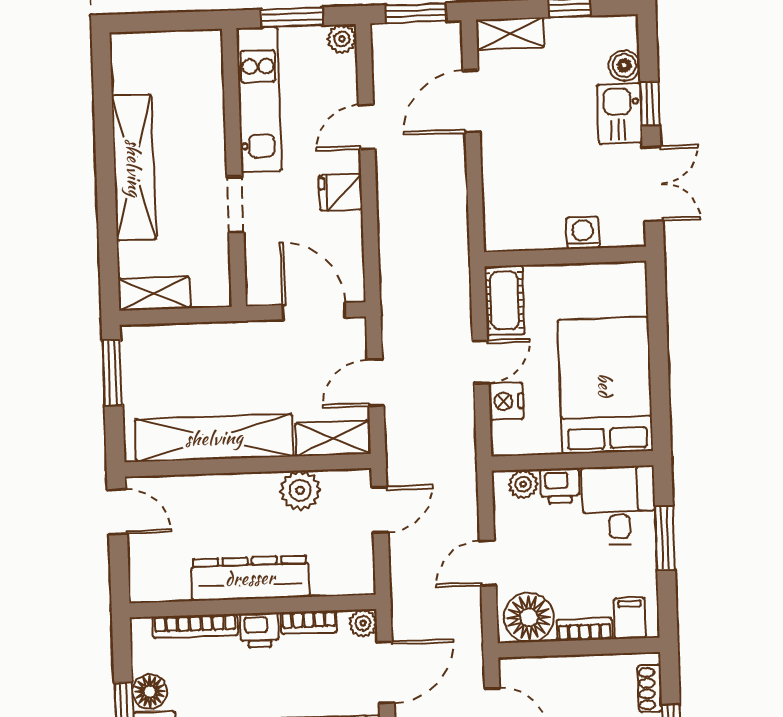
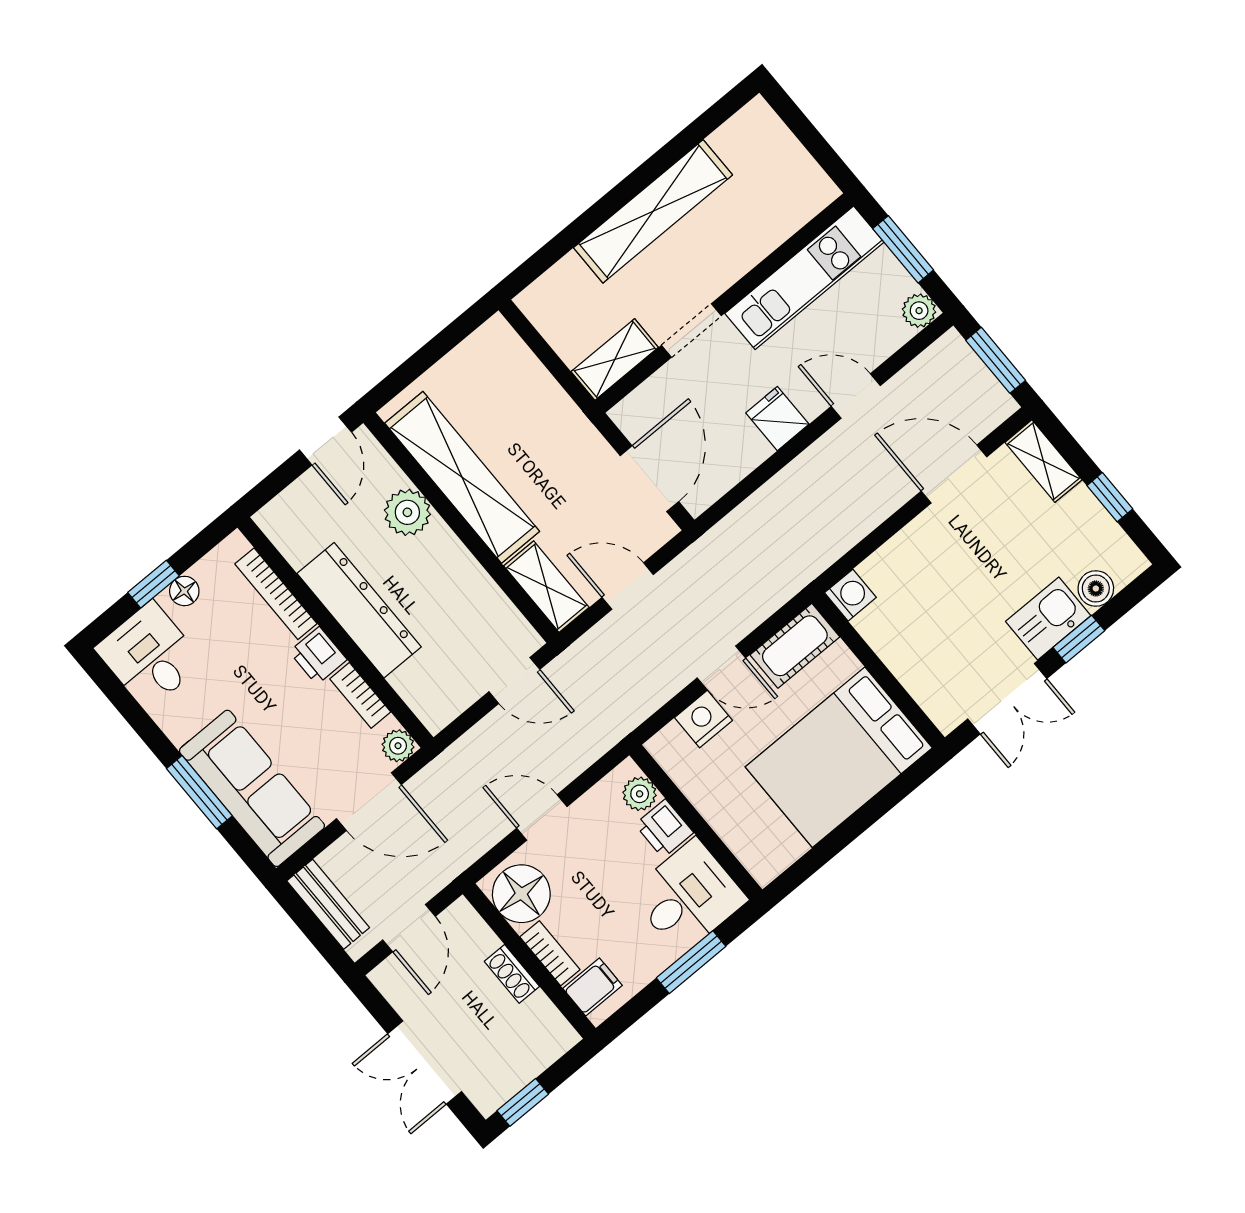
washing machine: (583, 233) -> (850, 595), moved
shelving: (154, 294) -> (615, 359), moved, turned 90
window: (112, 373) -> (449, 338), removed
bed: (605, 385) -> (839, 757), moved, turned 180
plant: (300, 490) -> (407, 512), moved
shoe rack: (650, 688) -> (512, 974), moved, turned -90
floor lamp: (150, 692) -> (184, 591), width x0.73, depth x0.73

